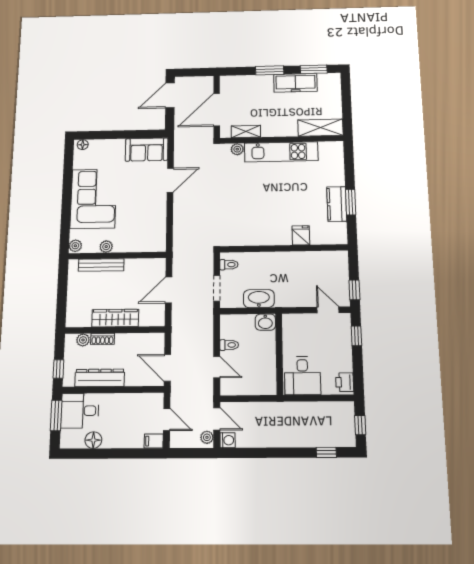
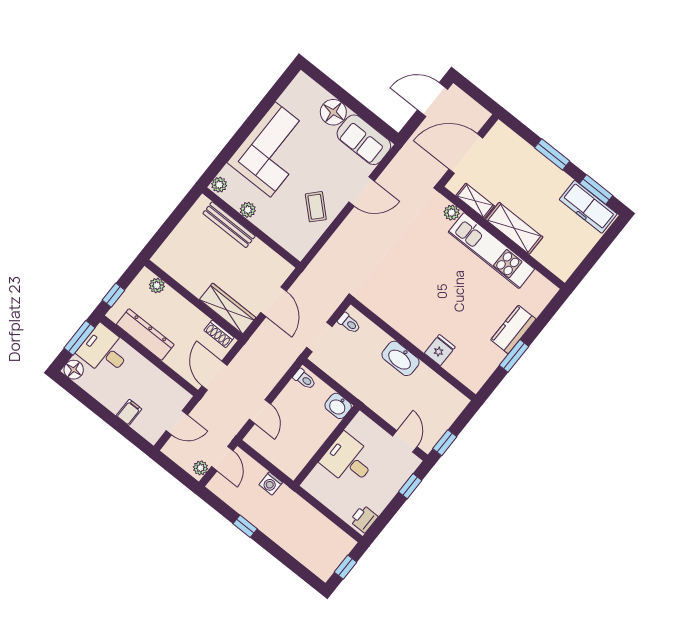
freezer: (295, 83) -> (588, 207), moved
shelving: (320, 128) -> (514, 228), moved
floor lamp: (83, 145) -> (333, 112), moved, width x1.89, depth x1.89
kitchen counter: (337, 204) -> (513, 329), moved
coffee table: (149, 211) -> (316, 207), added
door: (169, 290) -> (274, 302), swing flipped
washbasin: (259, 299) -> (400, 358), moved, turned 180
wardrobe: (115, 318) -> (228, 309), moved
shoe rack: (103, 339) -> (219, 334), moved
toilet: (229, 345) -> (305, 379), moved
desk: (302, 376) -> (348, 460), moved, turned 90
door: (167, 420) -> (177, 423), hinge flipped
floor lamp: (93, 440) -> (74, 370), moved
washing machine: (228, 440) -> (271, 483), moved, turned 90
filing cabinet: (154, 441) -> (129, 412), moved, turned 90
window: (326, 452) -> (245, 526), moved

